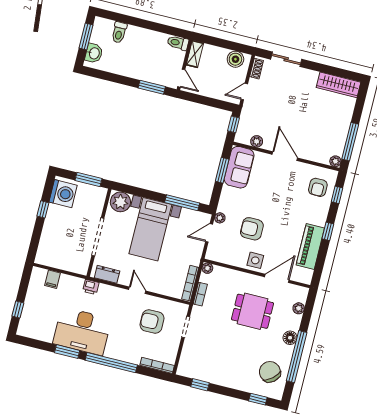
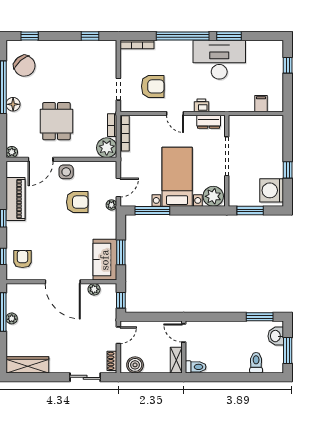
window: (152, 87) -> (260, 317), moved
door: (285, 156) -> (63, 282), width x1.36
plant: (335, 161) -> (12, 318), moved
plant: (207, 268) -> (107, 148), width x1.88, depth x1.88
printer: (91, 287) -> (201, 105), moved
plant: (299, 308) -> (12, 152), moved
dining table: (252, 311) -> (56, 121), turned 90

